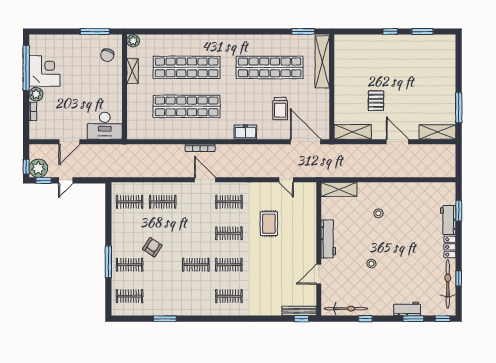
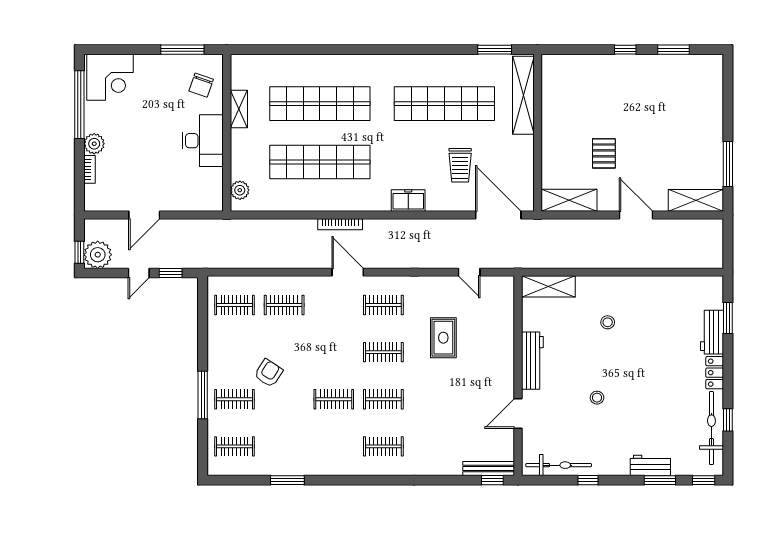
plant: (133, 41) -> (240, 190), moved
corner desk: (44, 71) -> (110, 77), moved, turned 90
desk: (105, 126) -> (203, 141), moved, turned -90
window: (44, 180) -> (171, 273), moved

